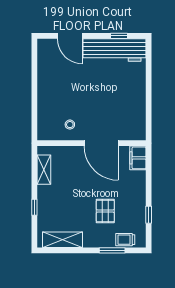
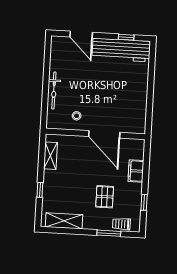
bicycle: (44, 98) -> (54, 90), added
filing cabinet: (138, 158) -> (136, 171), moved

